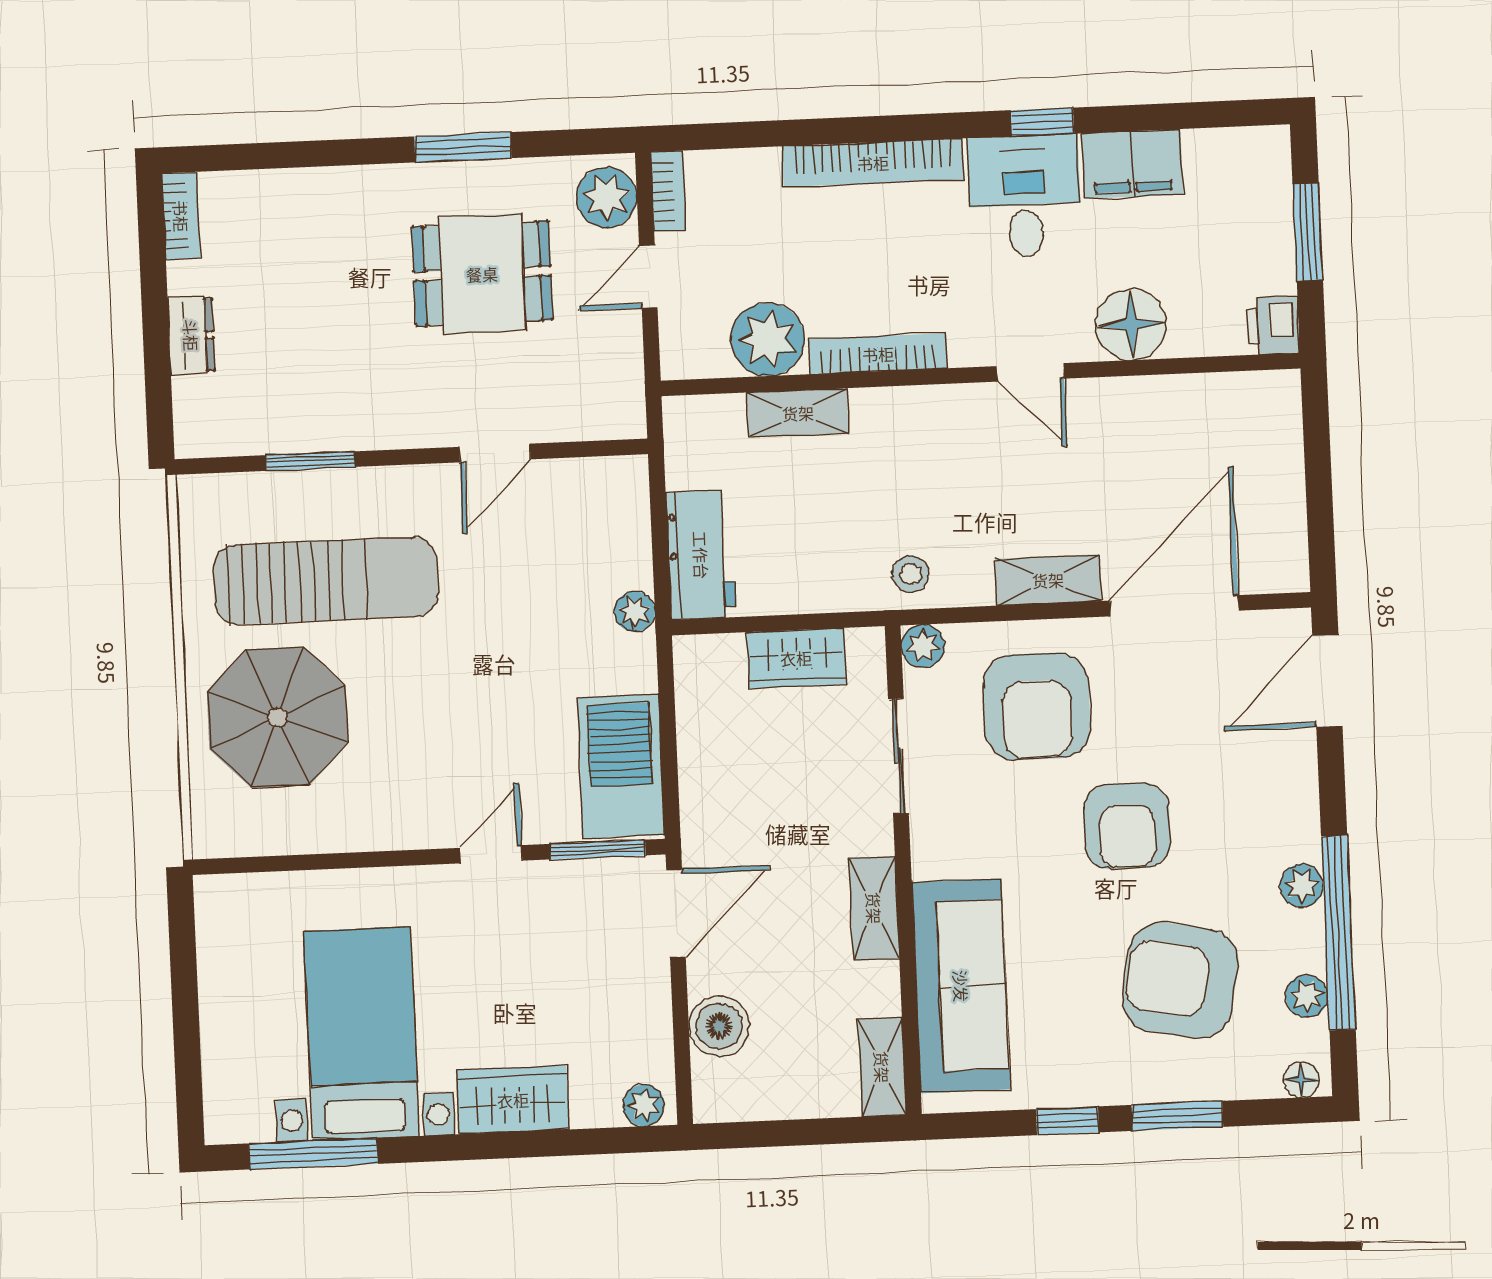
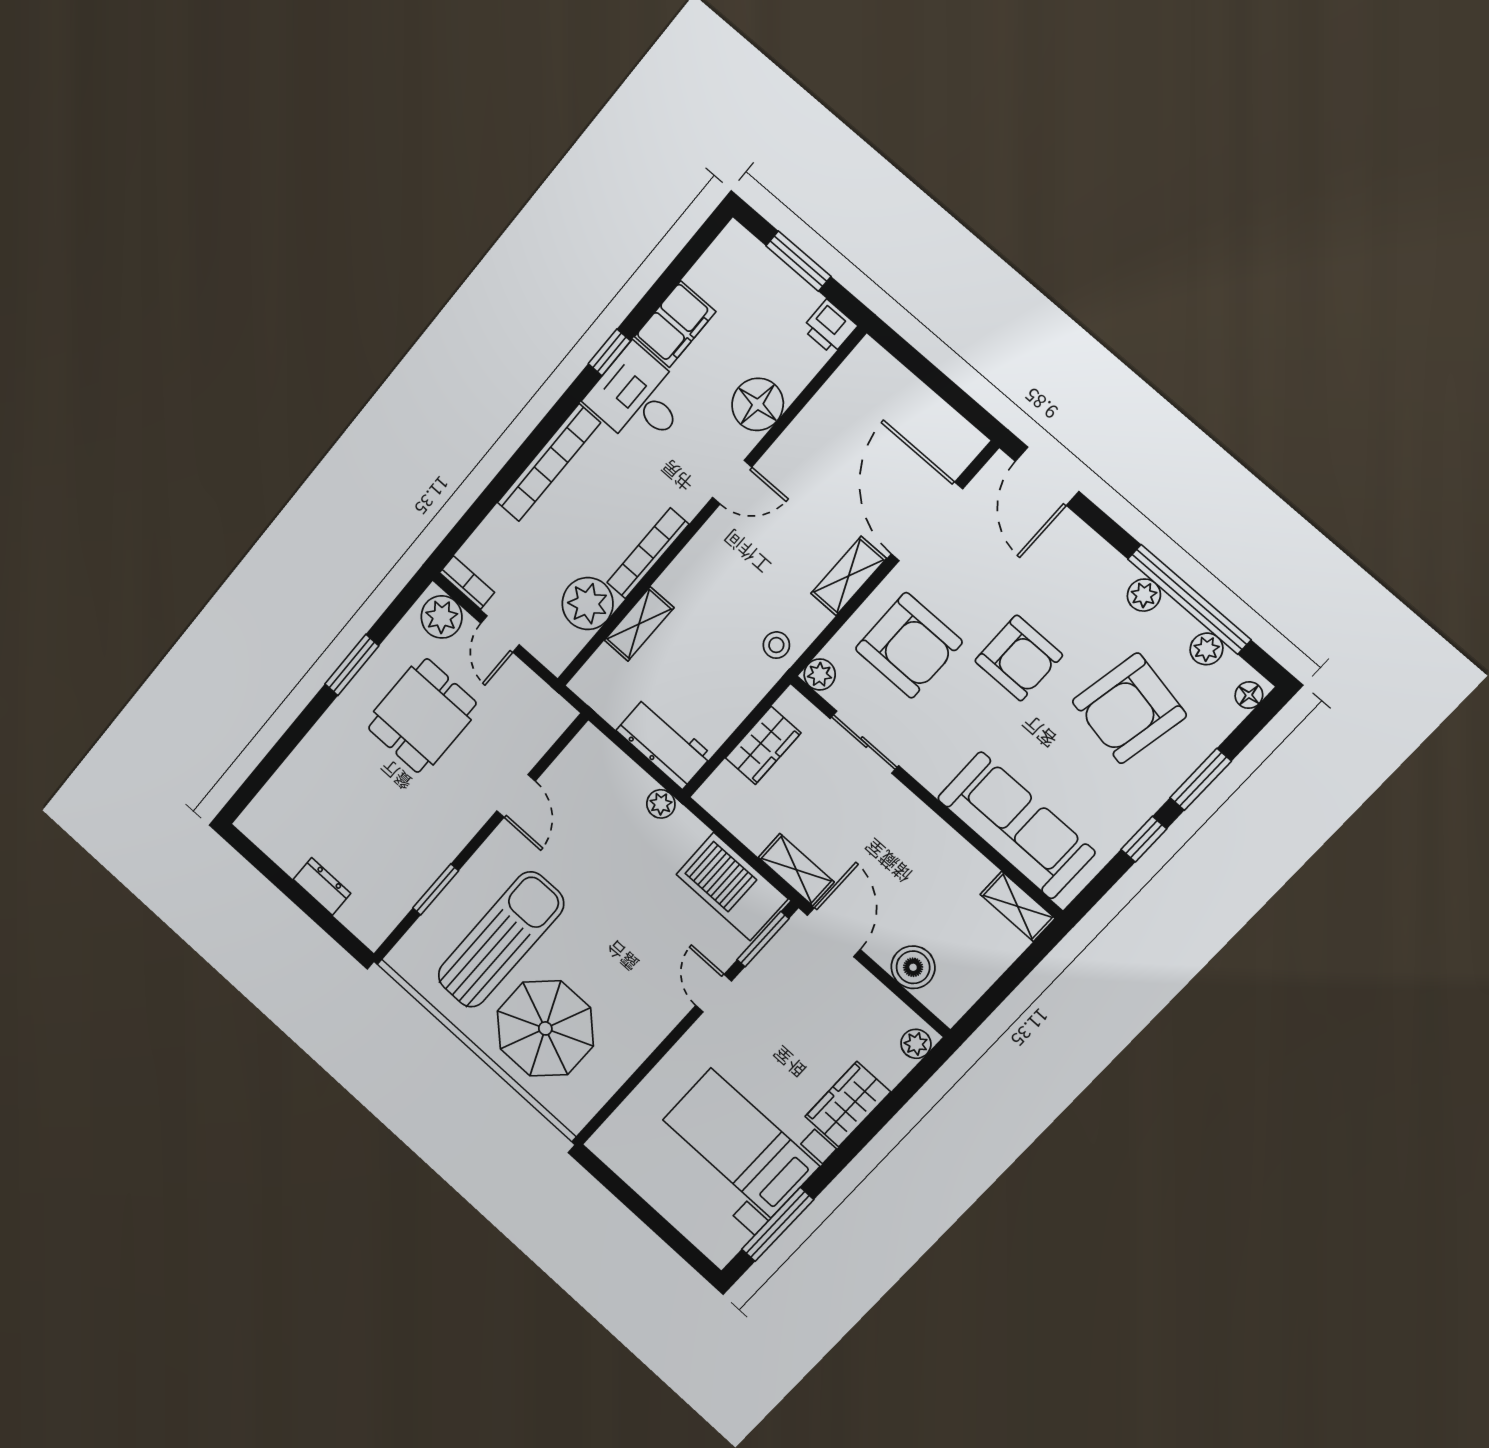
bookcase: (181, 216) -> (260, 835), removed
shelving: (874, 908) -> (796, 870), moved

